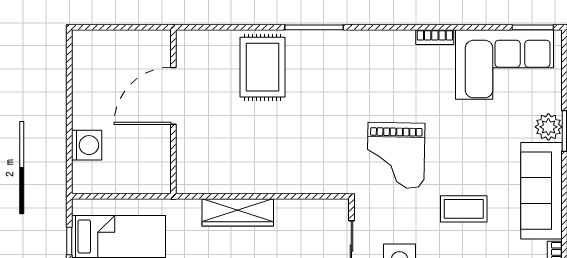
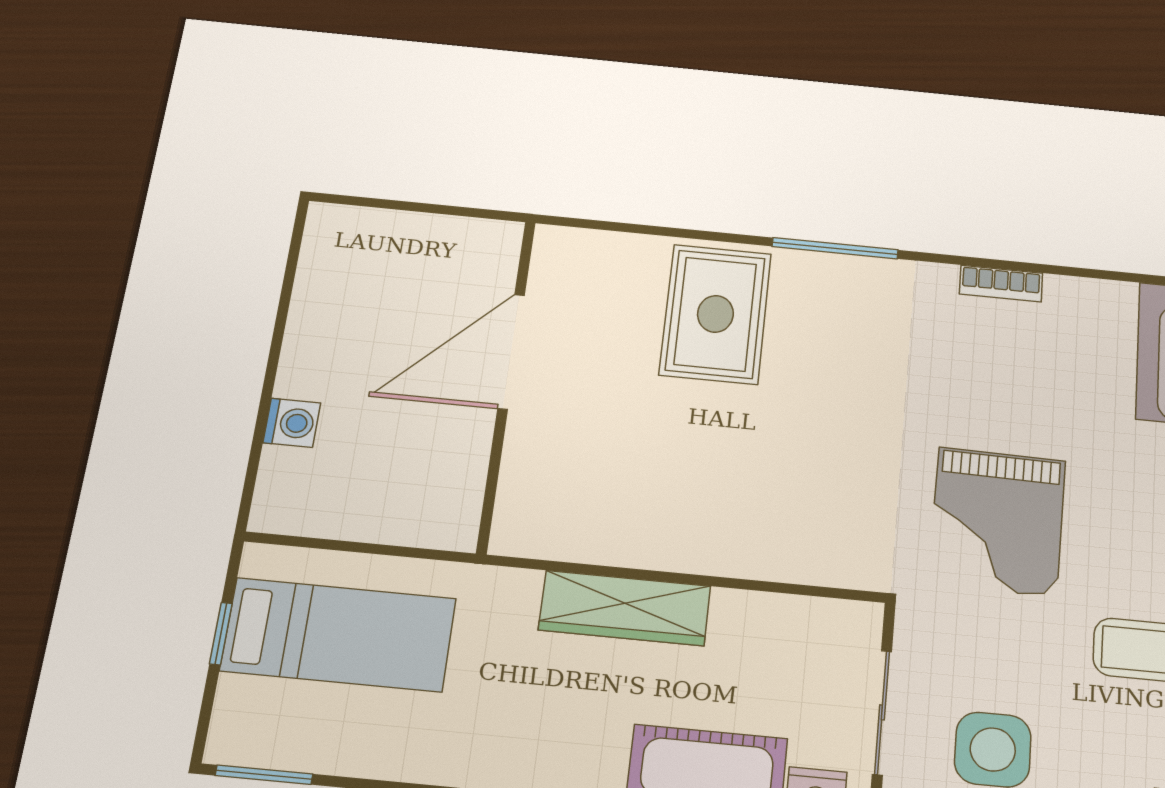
bookcase: (435, 37) -> (1001, 284), moved
washing machine: (87, 145) -> (292, 423), width x0.73, depth x0.73

